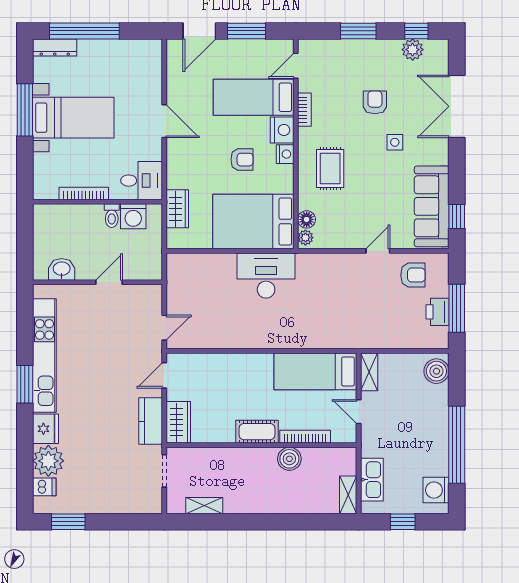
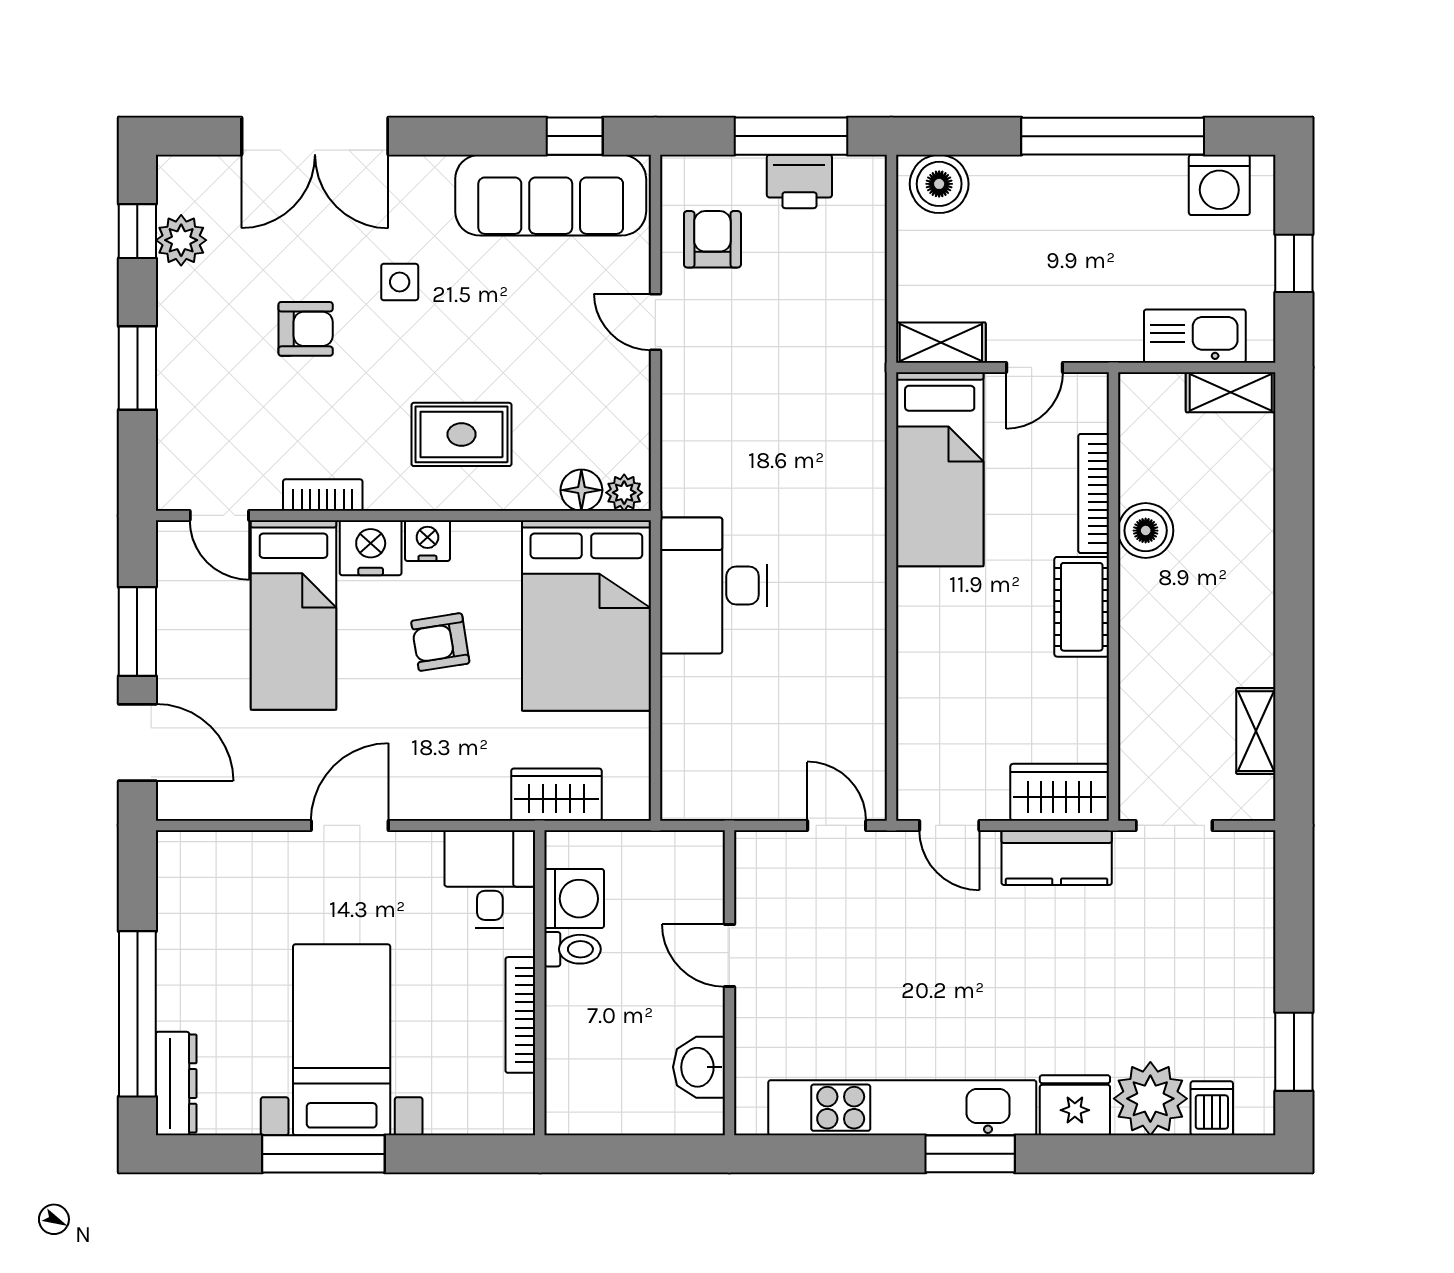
armchair: (375, 102) -> (306, 329), turned 180
armchair: (242, 160) -> (440, 642), turned -99

